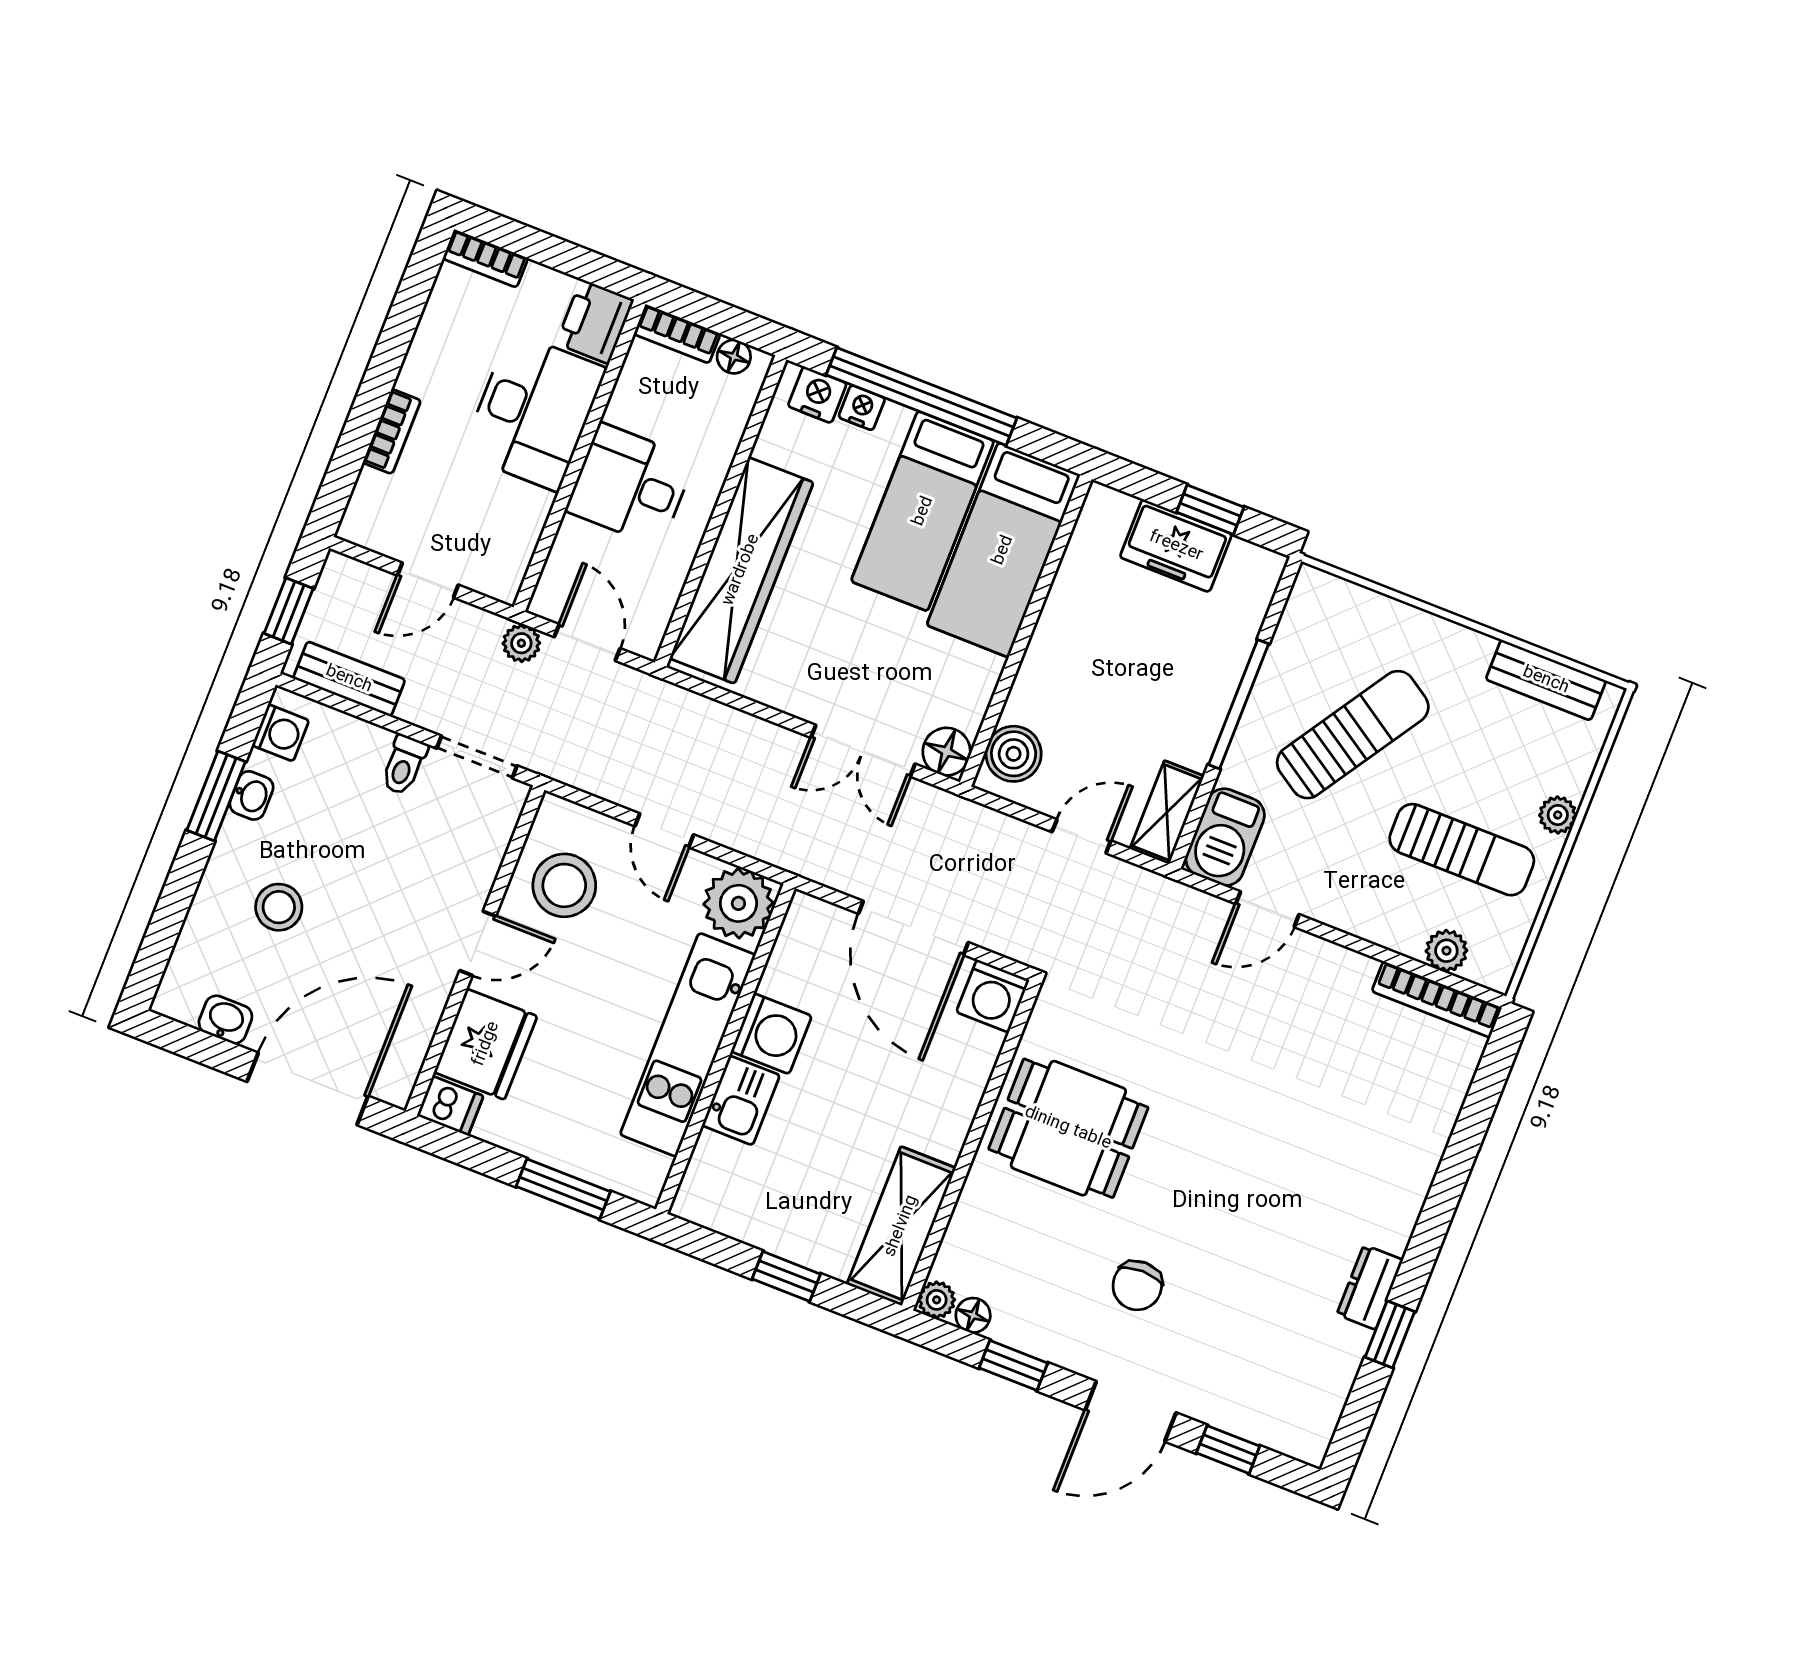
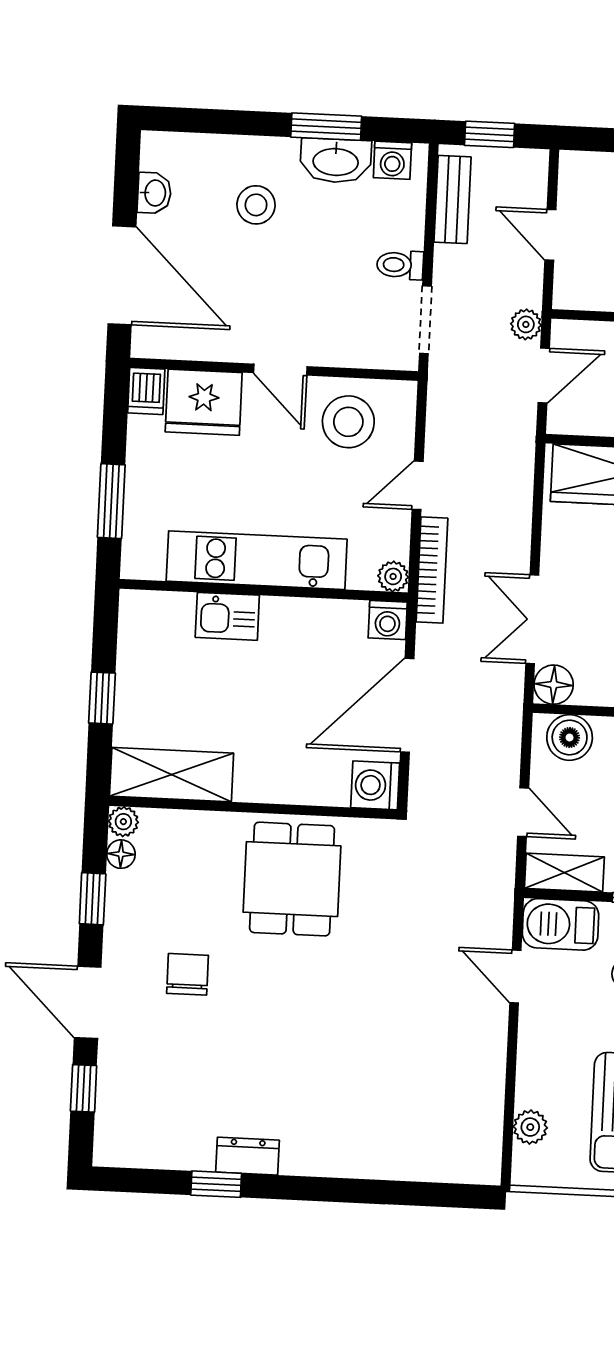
washbasin: (251, 795) -> (336, 161), width x1.91, depth x1.45
plant: (738, 903) -> (393, 576), width x0.53, depth x0.53
bookcase: (1437, 999) -> (432, 570), moved, turned 180
washing machine: (771, 1034) -> (388, 620), moved, width x0.73, depth x0.73
chair: (1137, 1286) -> (188, 974), turned 90

